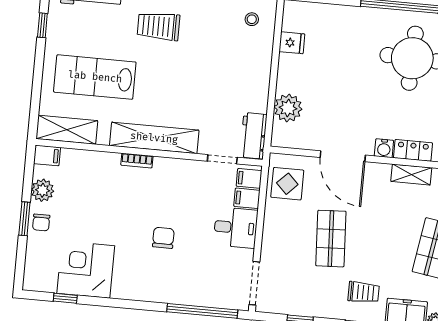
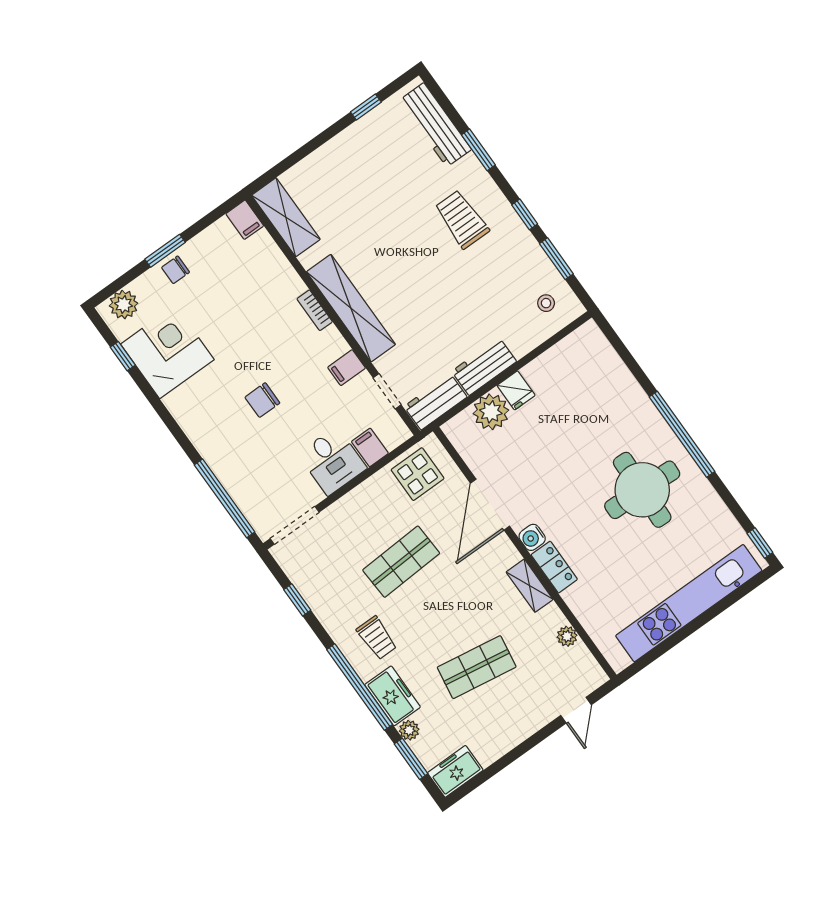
fridge: (292, 43) -> (516, 390), moved
lab bench: (95, 77) -> (360, 200), removed
workbench: (257, 89) -> (484, 366), added
filing cabinet: (249, 178) -> (347, 368), moved, turned -90
plant: (43, 190) -> (124, 305), moved
chair: (163, 238) -> (262, 400), turned 180

